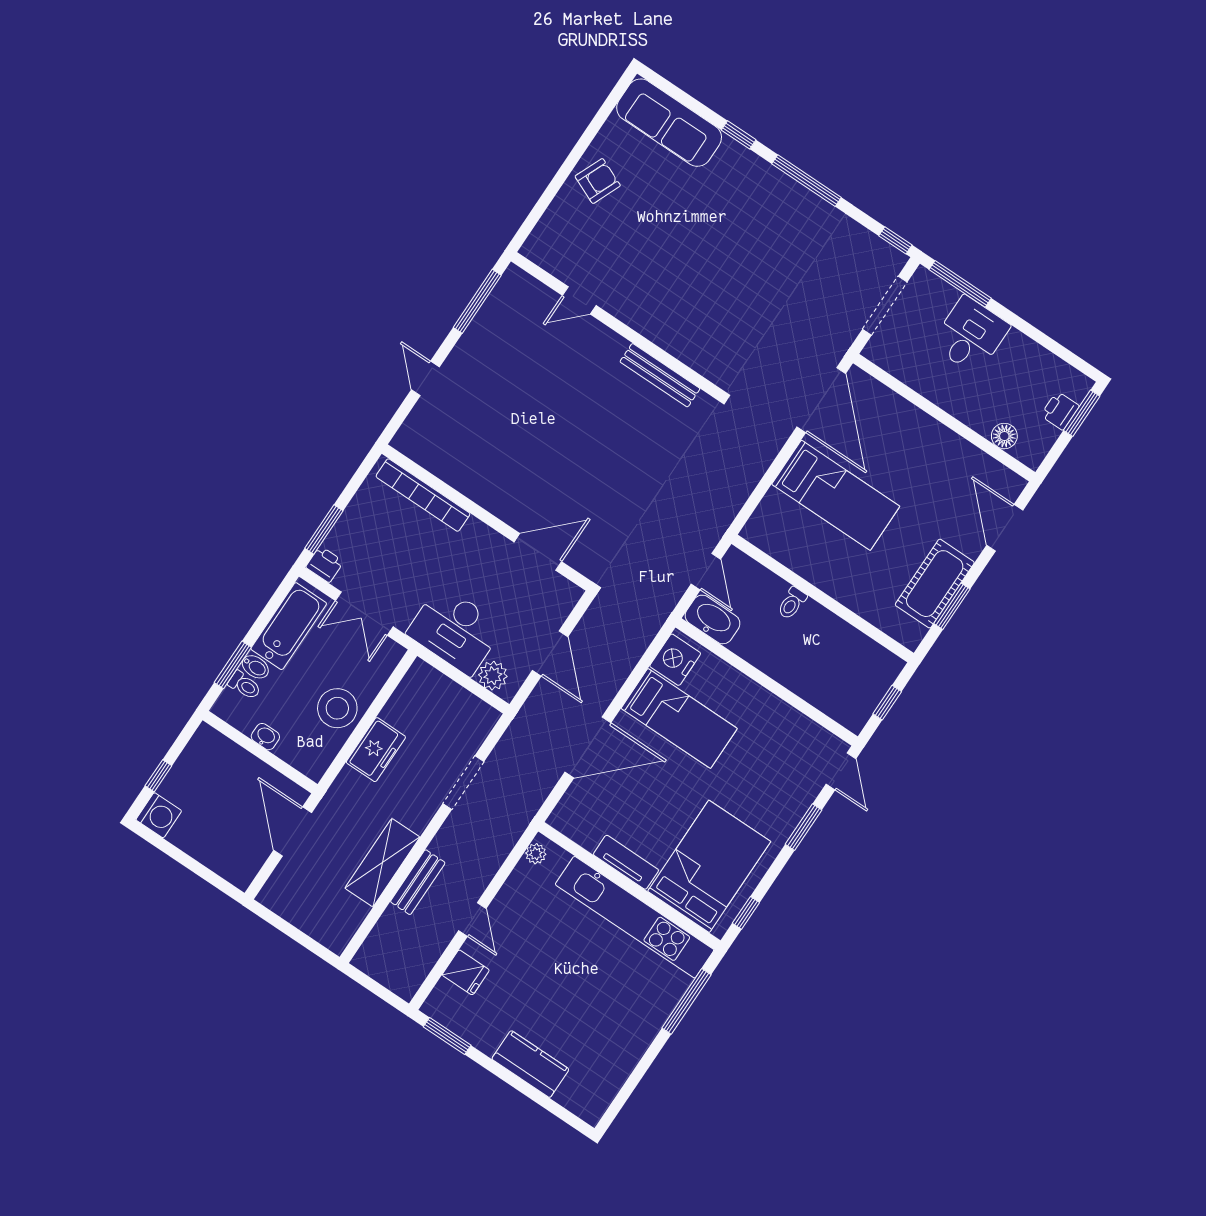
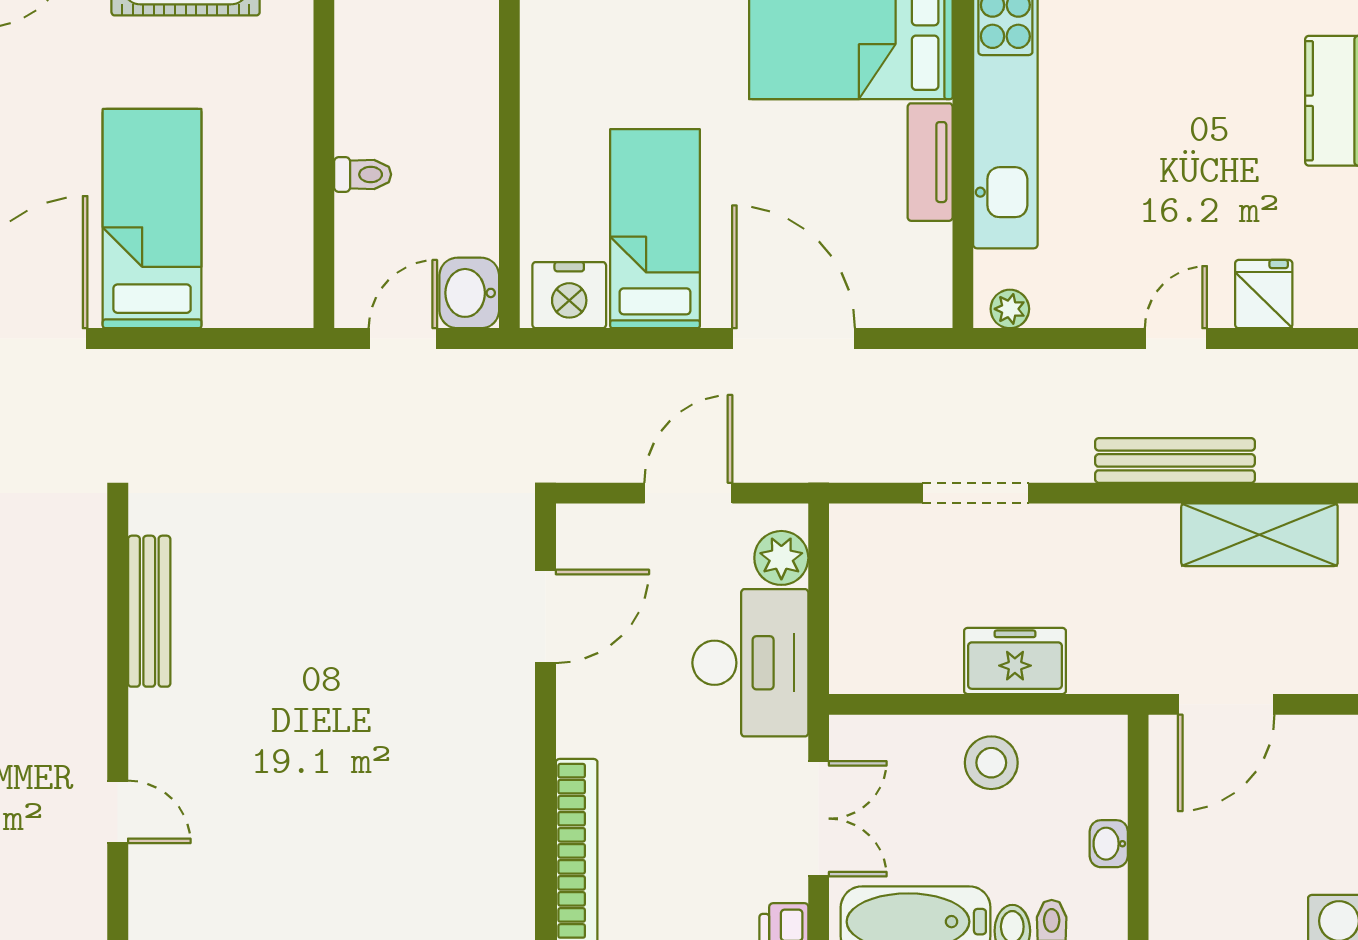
door: (538, 552) -> (545, 616), swing flipped
washbasin: (712, 619) -> (469, 293), width x0.72
stool: (337, 708) -> (991, 763), width x0.73, depth x0.73
shelving: (382, 863) -> (1259, 535), moved
bench: (418, 882) -> (1175, 460), width x1.36

